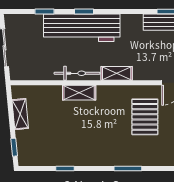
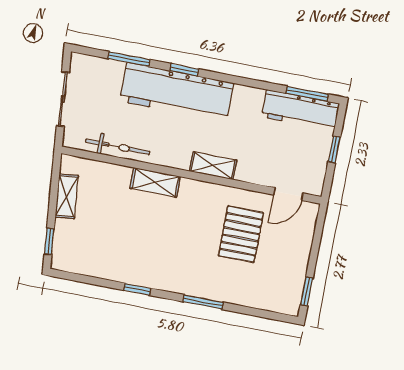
window: (45, 11) -> (129, 59), width x1.50
bicycle: (77, 73) -> (118, 147), moved
window: (65, 168) -> (137, 289), moved

